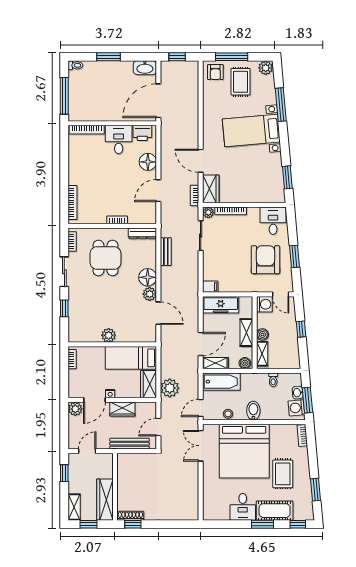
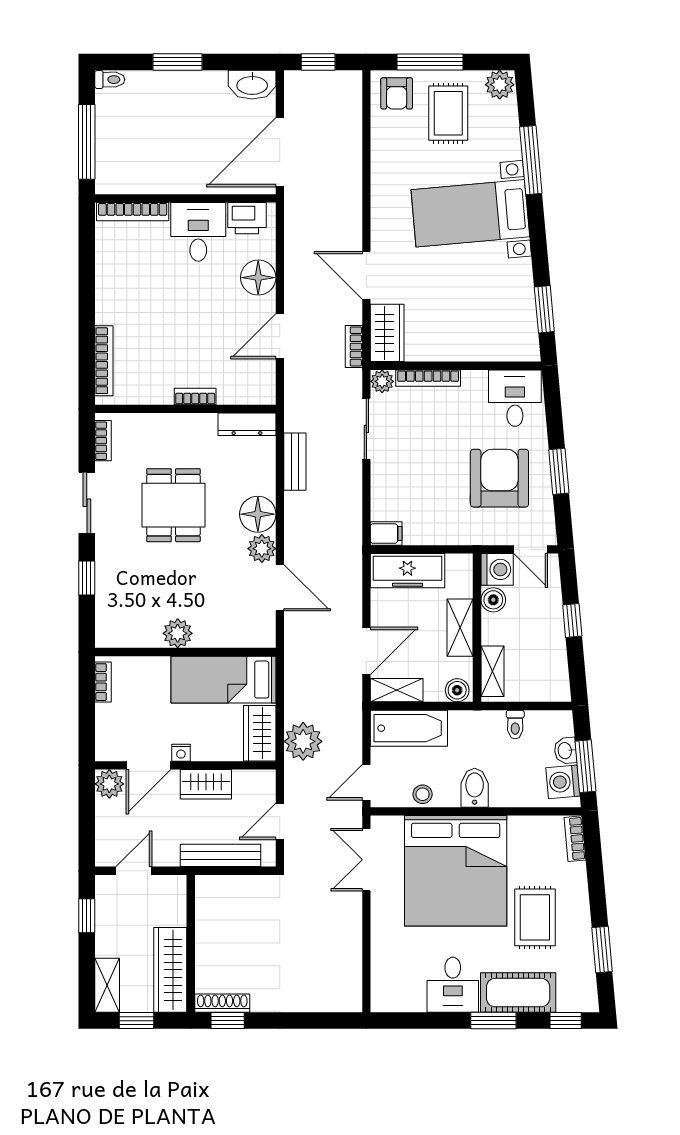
dining table: (105, 258) -> (173, 505), moved
boiler: (262, 334) -> (493, 600), moved

